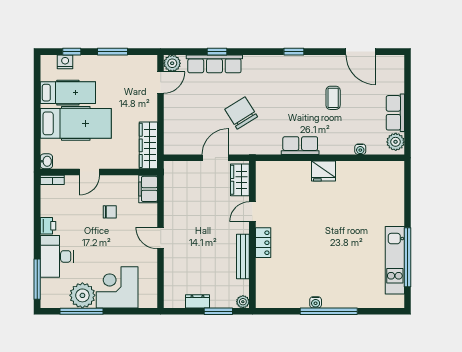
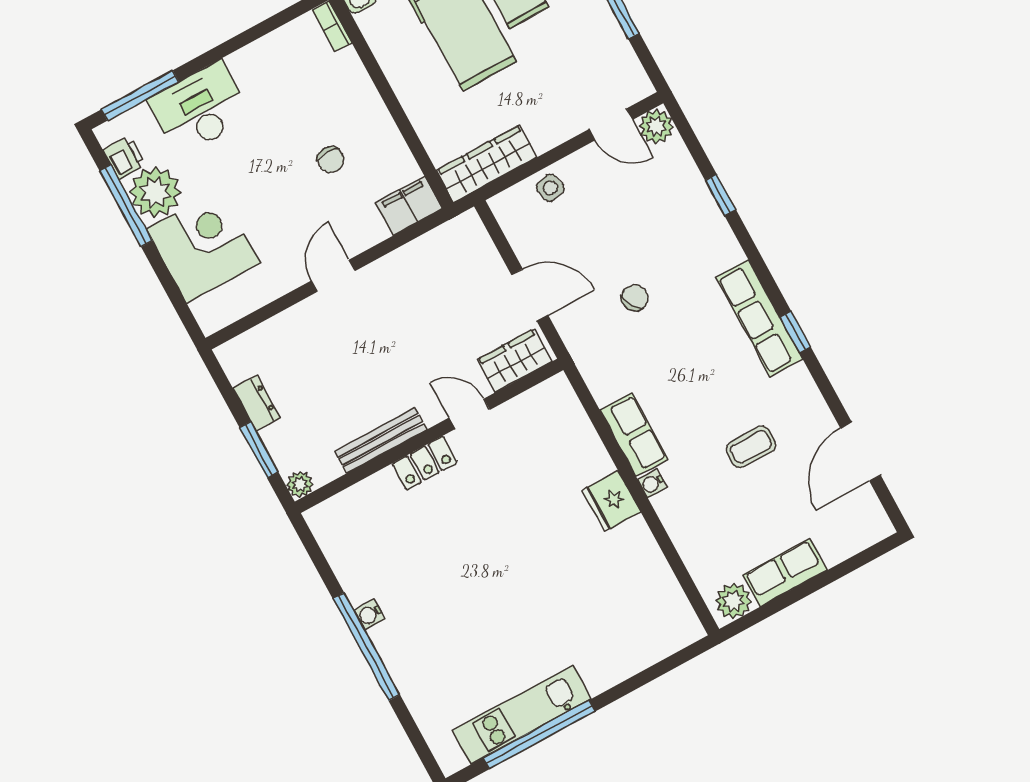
row of seats: (214, 64) -> (759, 318), moved
chair: (241, 113) -> (635, 298), width x0.54, depth x0.54
side table: (174, 124) -> (550, 188), added
water cooler: (360, 149) -> (652, 483), moved
door: (89, 172) -> (382, 85), removed
printer: (48, 226) -> (124, 157), moved, turned -90

